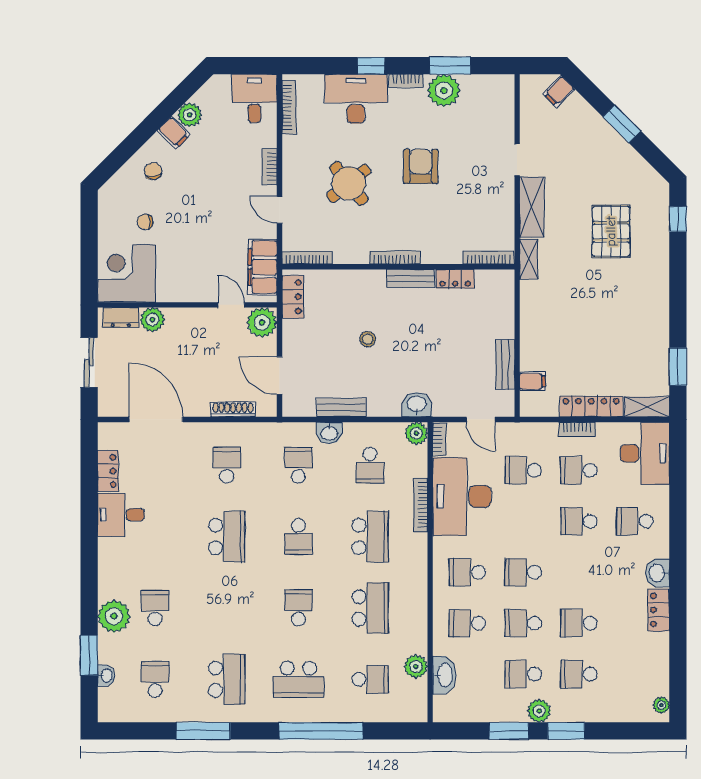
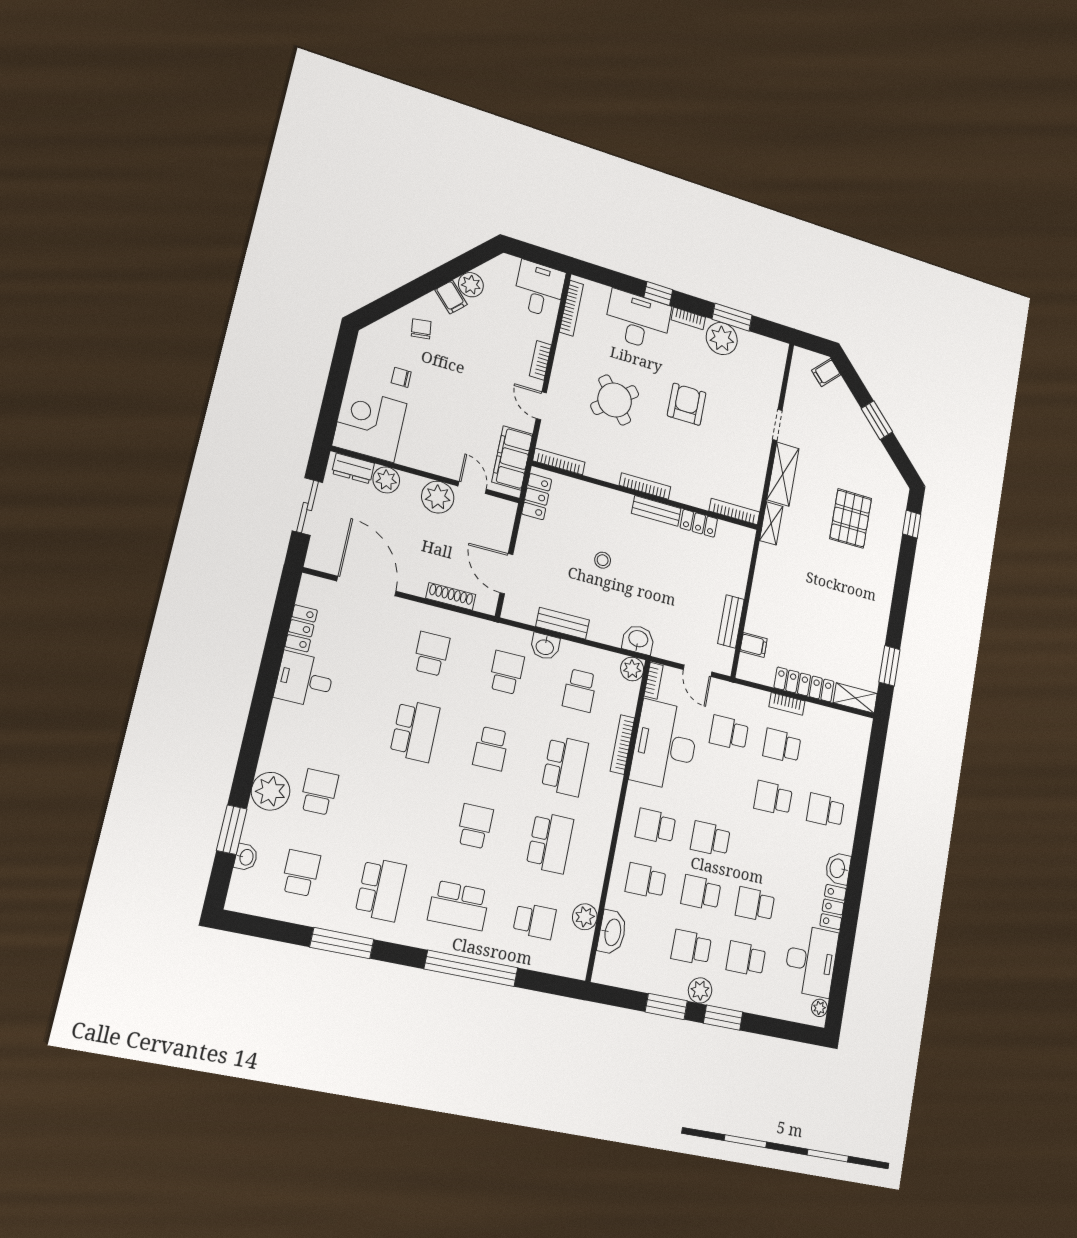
plant: (262, 322) -> (438, 497), moved
desk: (645, 453) -> (811, 961), moved

